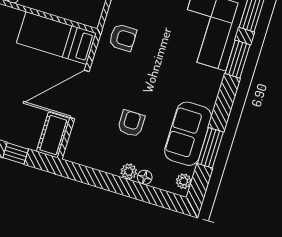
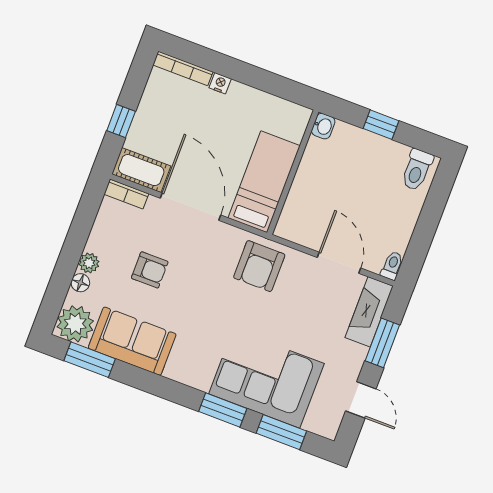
armchair: (123, 38) -> (259, 266), width x1.38, depth x1.38
bookcase: (73, 146) -> (126, 194), added
window: (210, 148) -> (90, 360), moved
plant: (184, 181) -> (75, 324), width x1.87, depth x1.87

